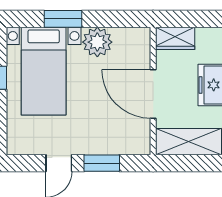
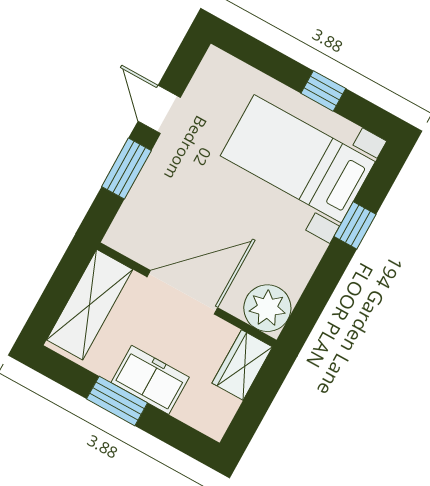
window: (63, 19) -> (355, 225), width x0.67
plant: (97, 42) -> (267, 308), moved

